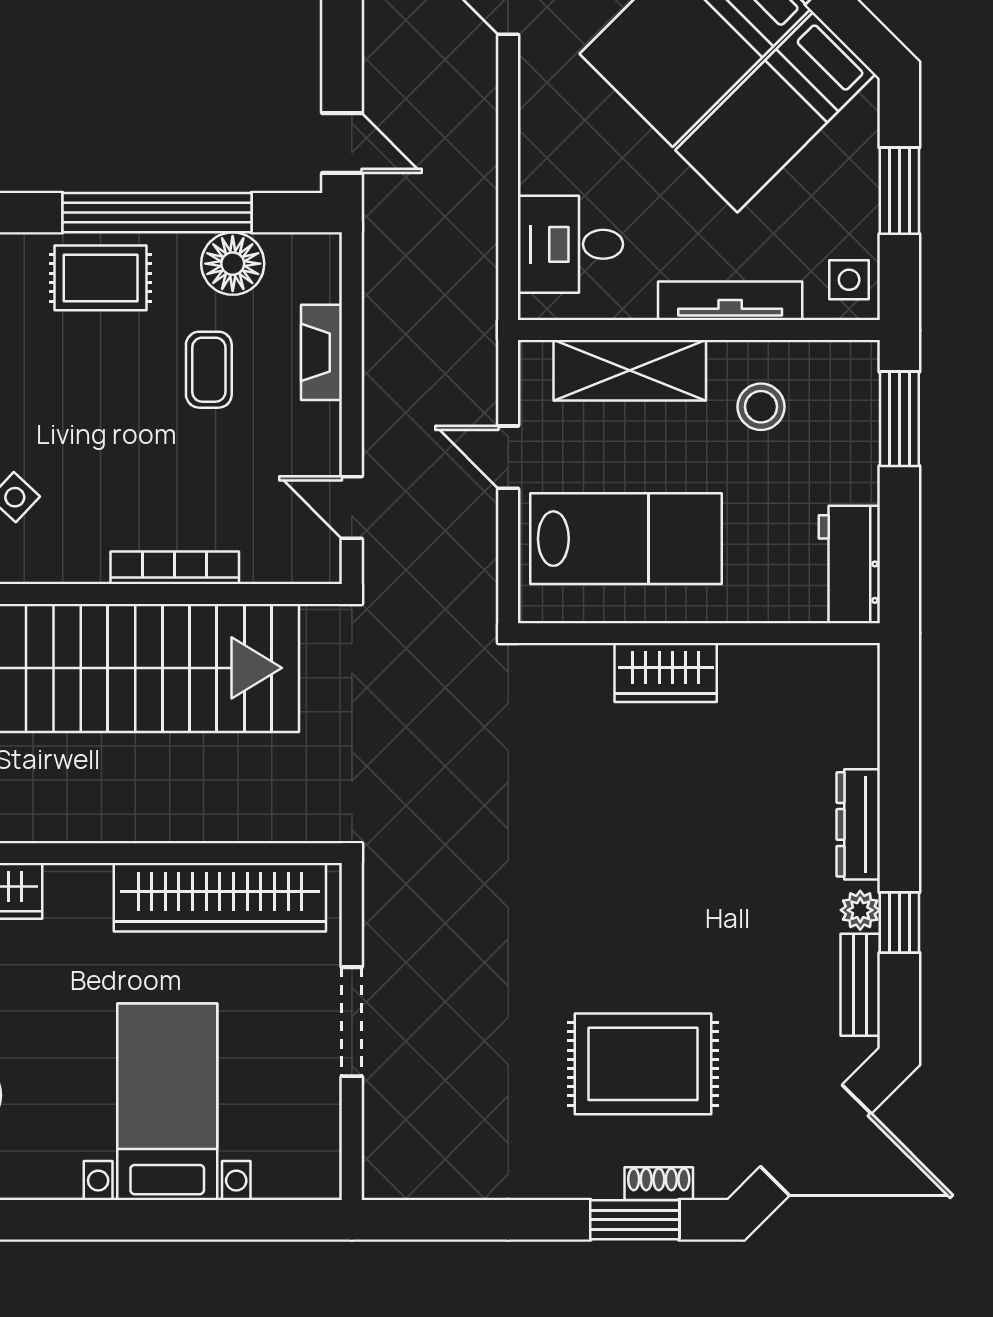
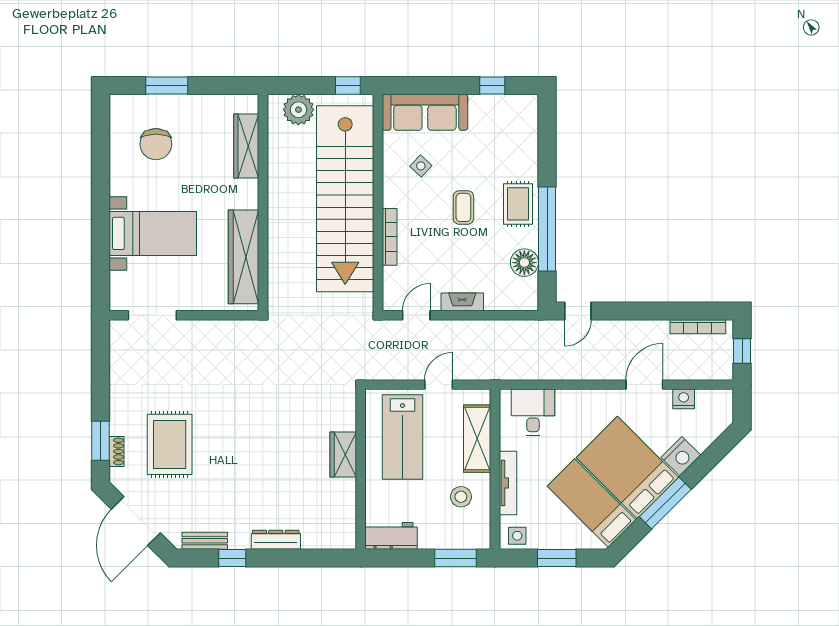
fireplace: (322, 352) -> (462, 302), moved
coffee table: (209, 370) -> (463, 207), moved, turned 90
plant: (860, 910) -> (238, 541), removed
doorway: (352, 1022) -> (152, 315), moved

